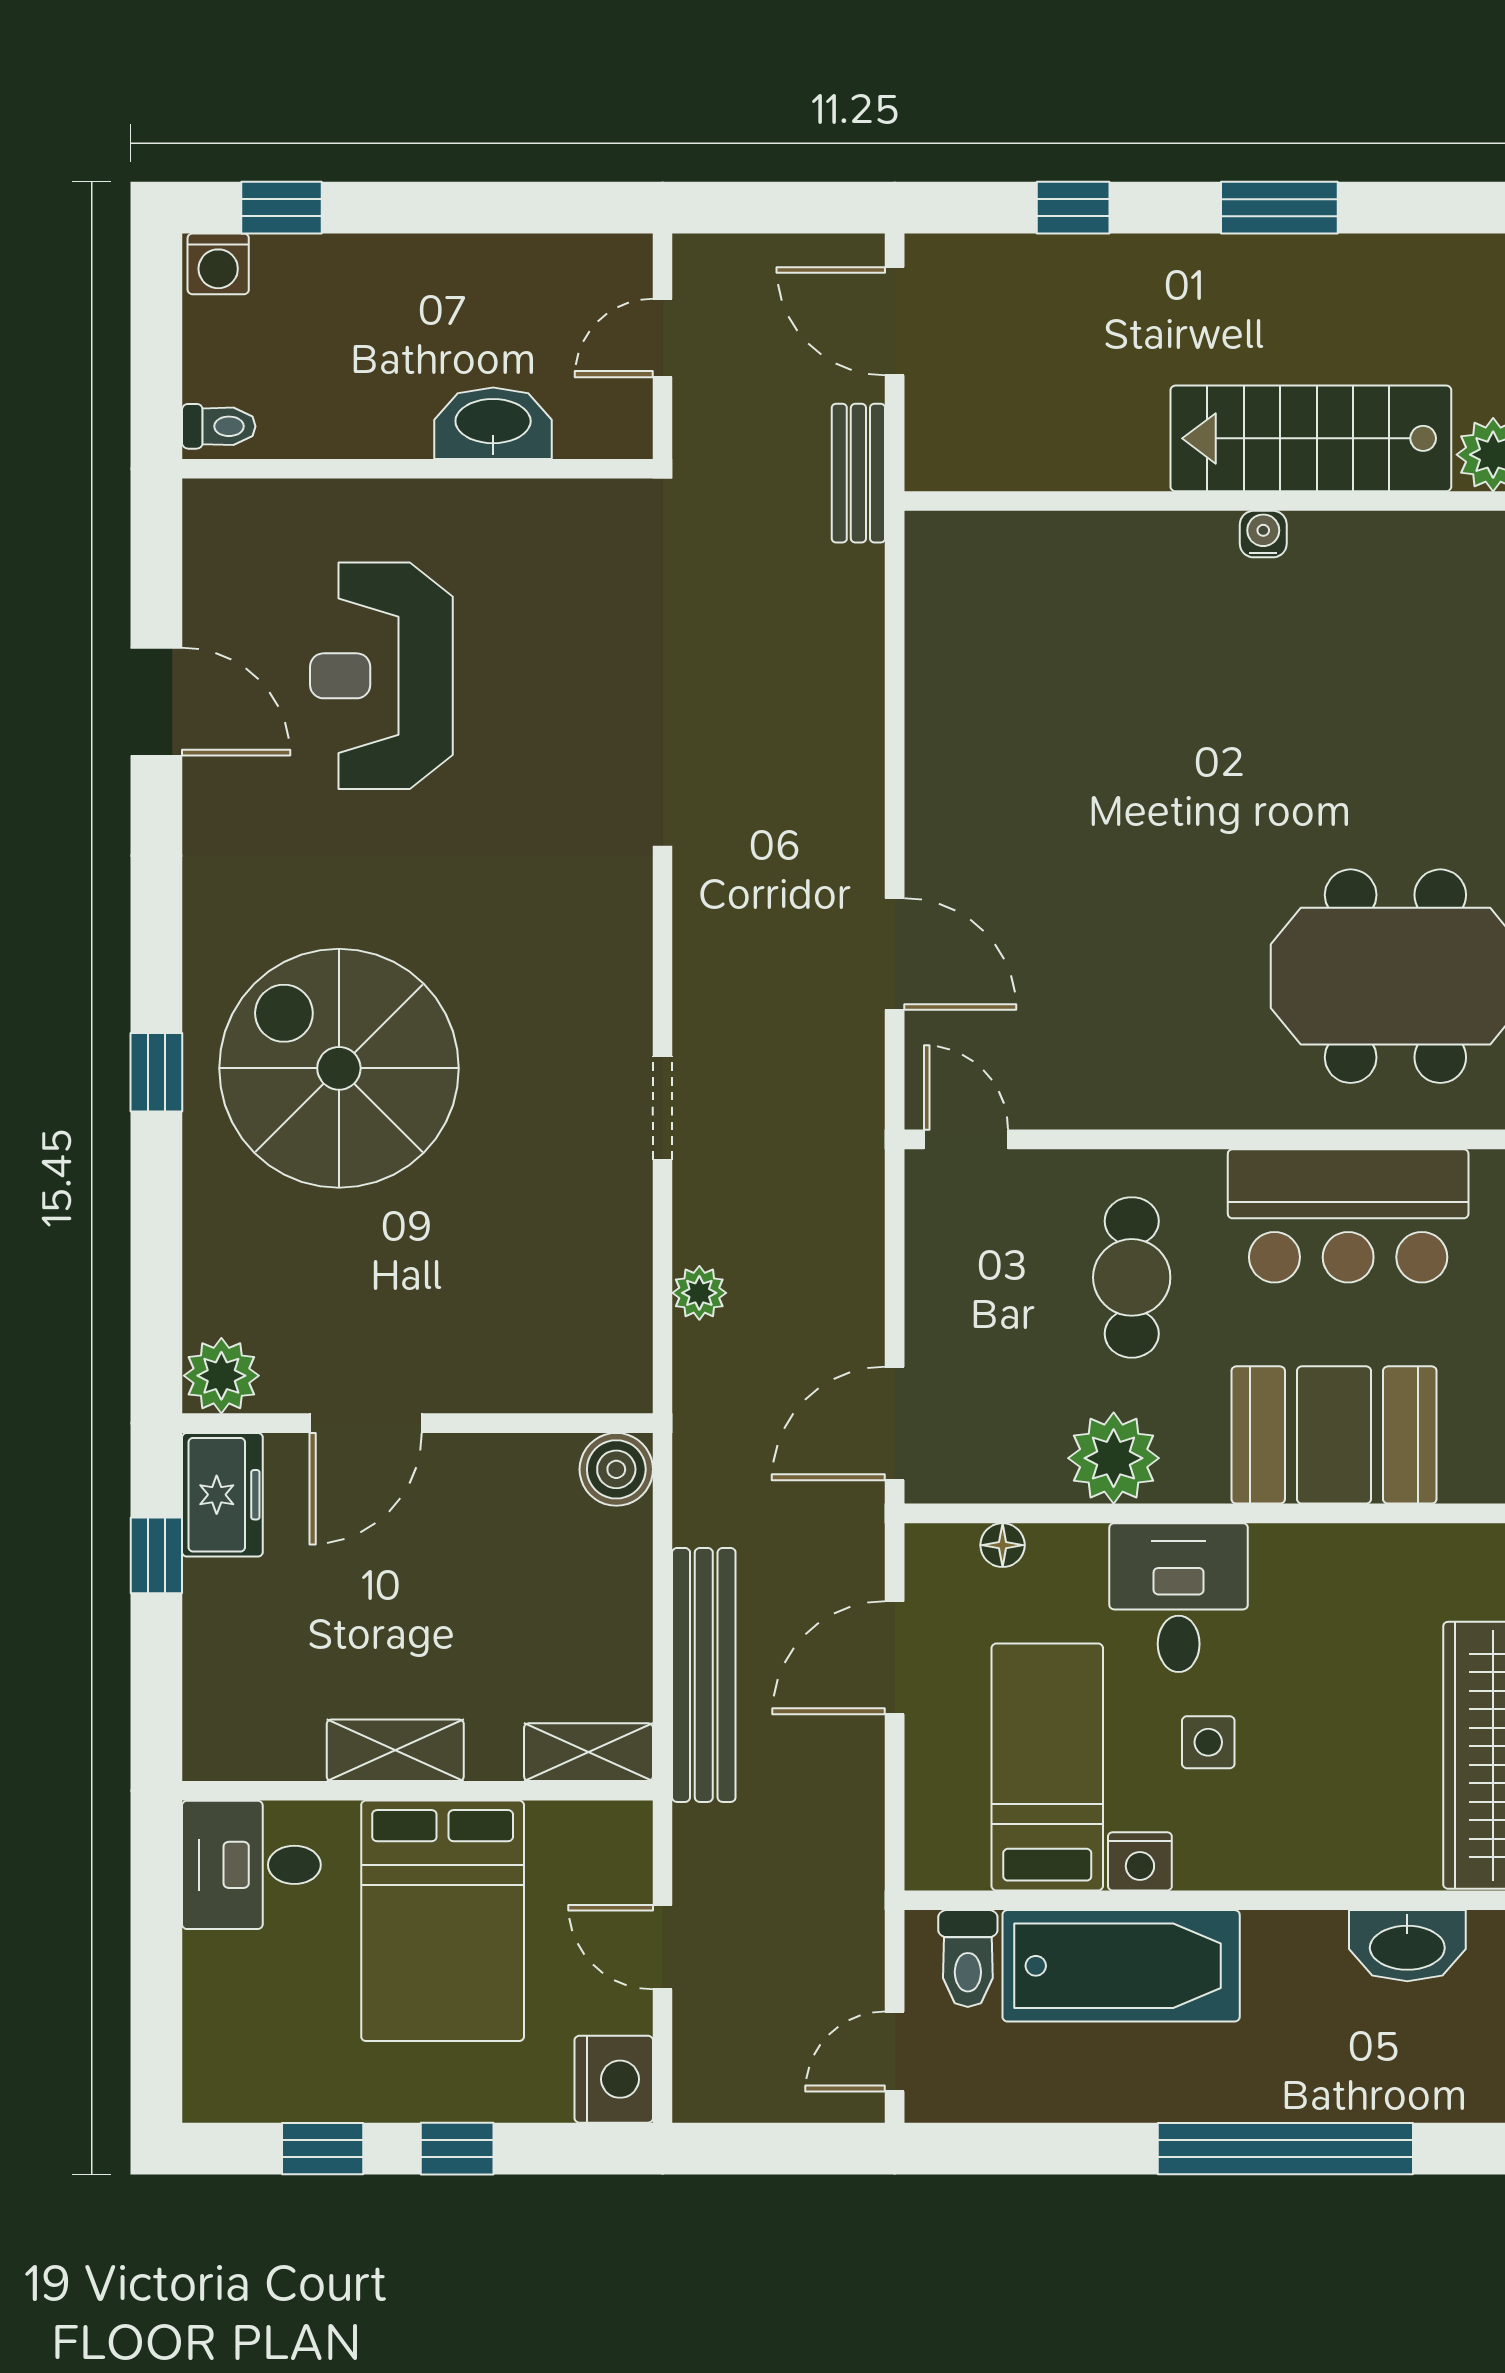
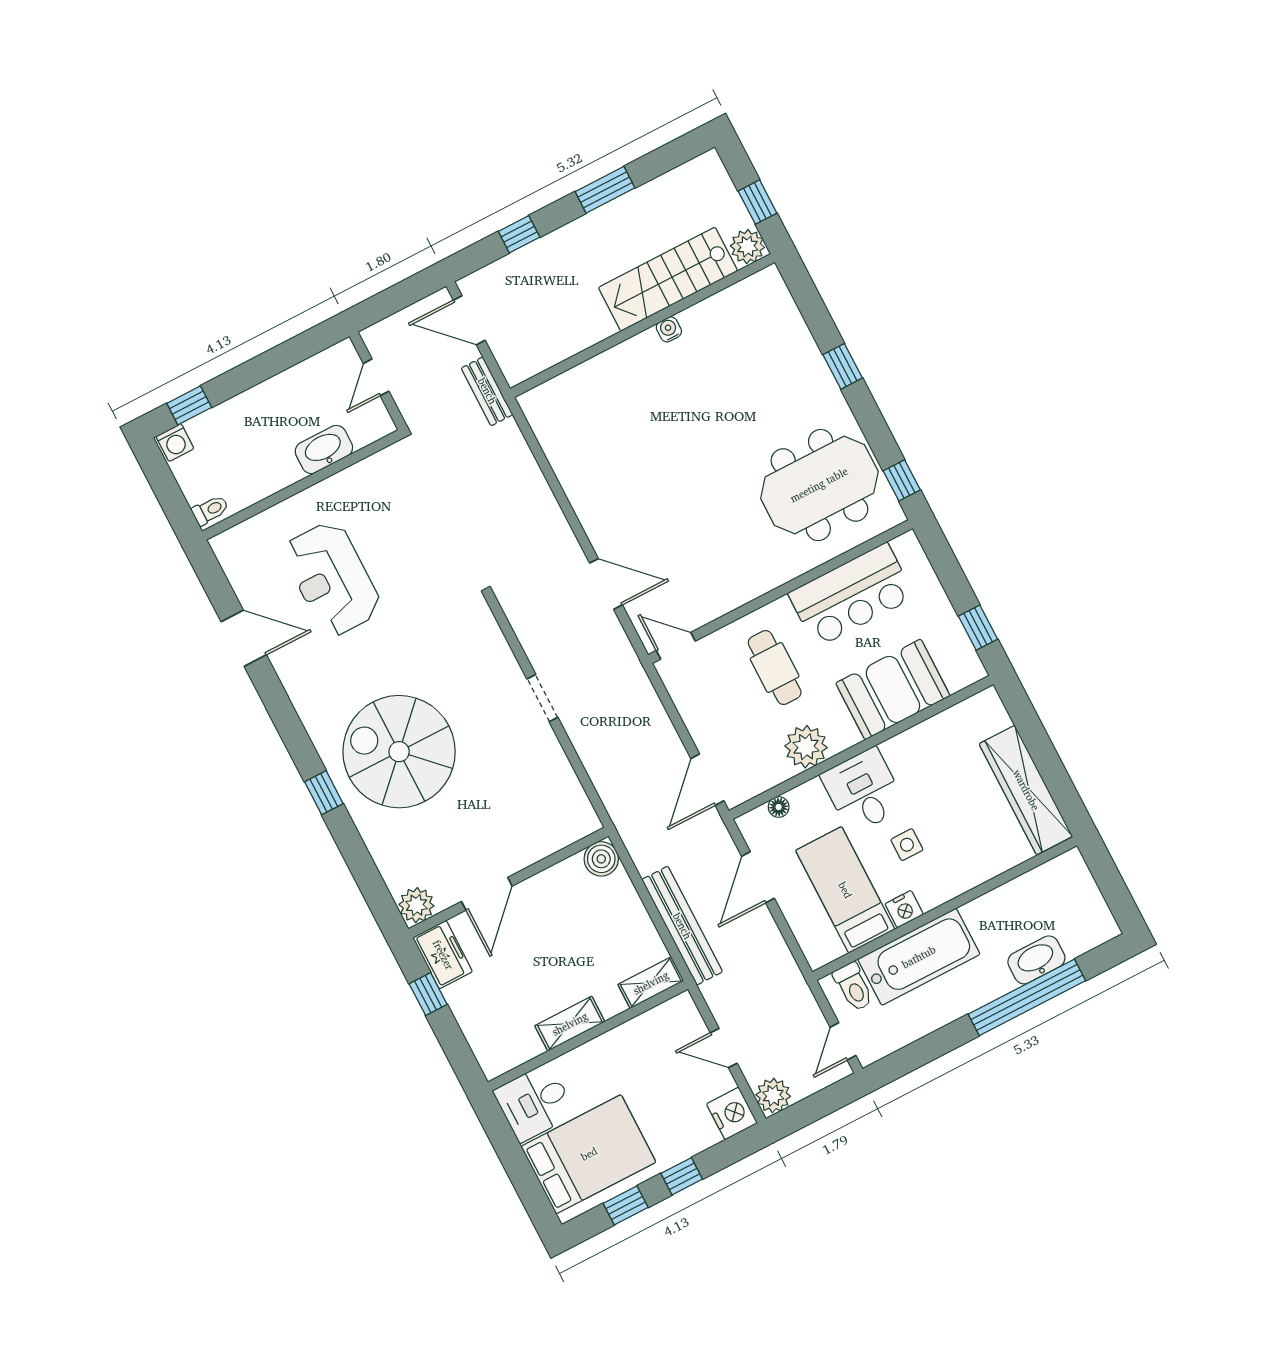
plant: (699, 1293) -> (773, 1096), moved, width x1.38, depth x1.38
bed: (443, 1921) -> (589, 1154), moved, turned -90
washbasin: (1407, 1946) -> (1036, 960), moved, turned 180

